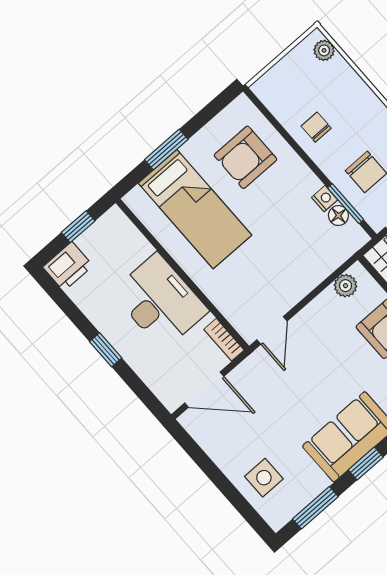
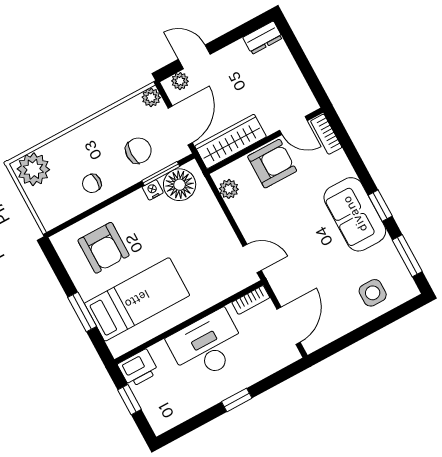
plant: (324, 50) -> (33, 169), width x1.88, depth x1.88
floor lamp: (338, 216) -> (180, 185), width x1.89, depth x1.89
printer: (68, 266) -> (138, 368), moved, turned 90

